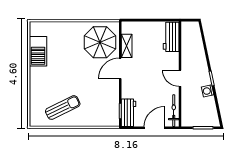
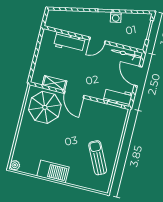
plant: (35, 26) -> (15, 165), added
workbench: (171, 37) -> (69, 42), moved
barbecue: (38, 51) -> (53, 171), moved

